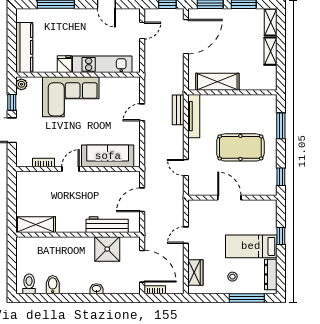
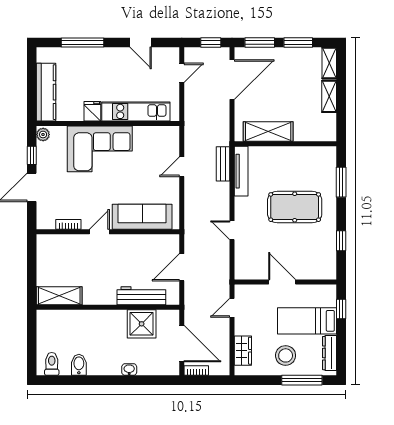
door: (229, 198) -> (282, 282), moved
wall: (232, 198) -> (285, 282), moved
stool: (232, 277) -> (286, 355), width x1.89, depth x1.89

